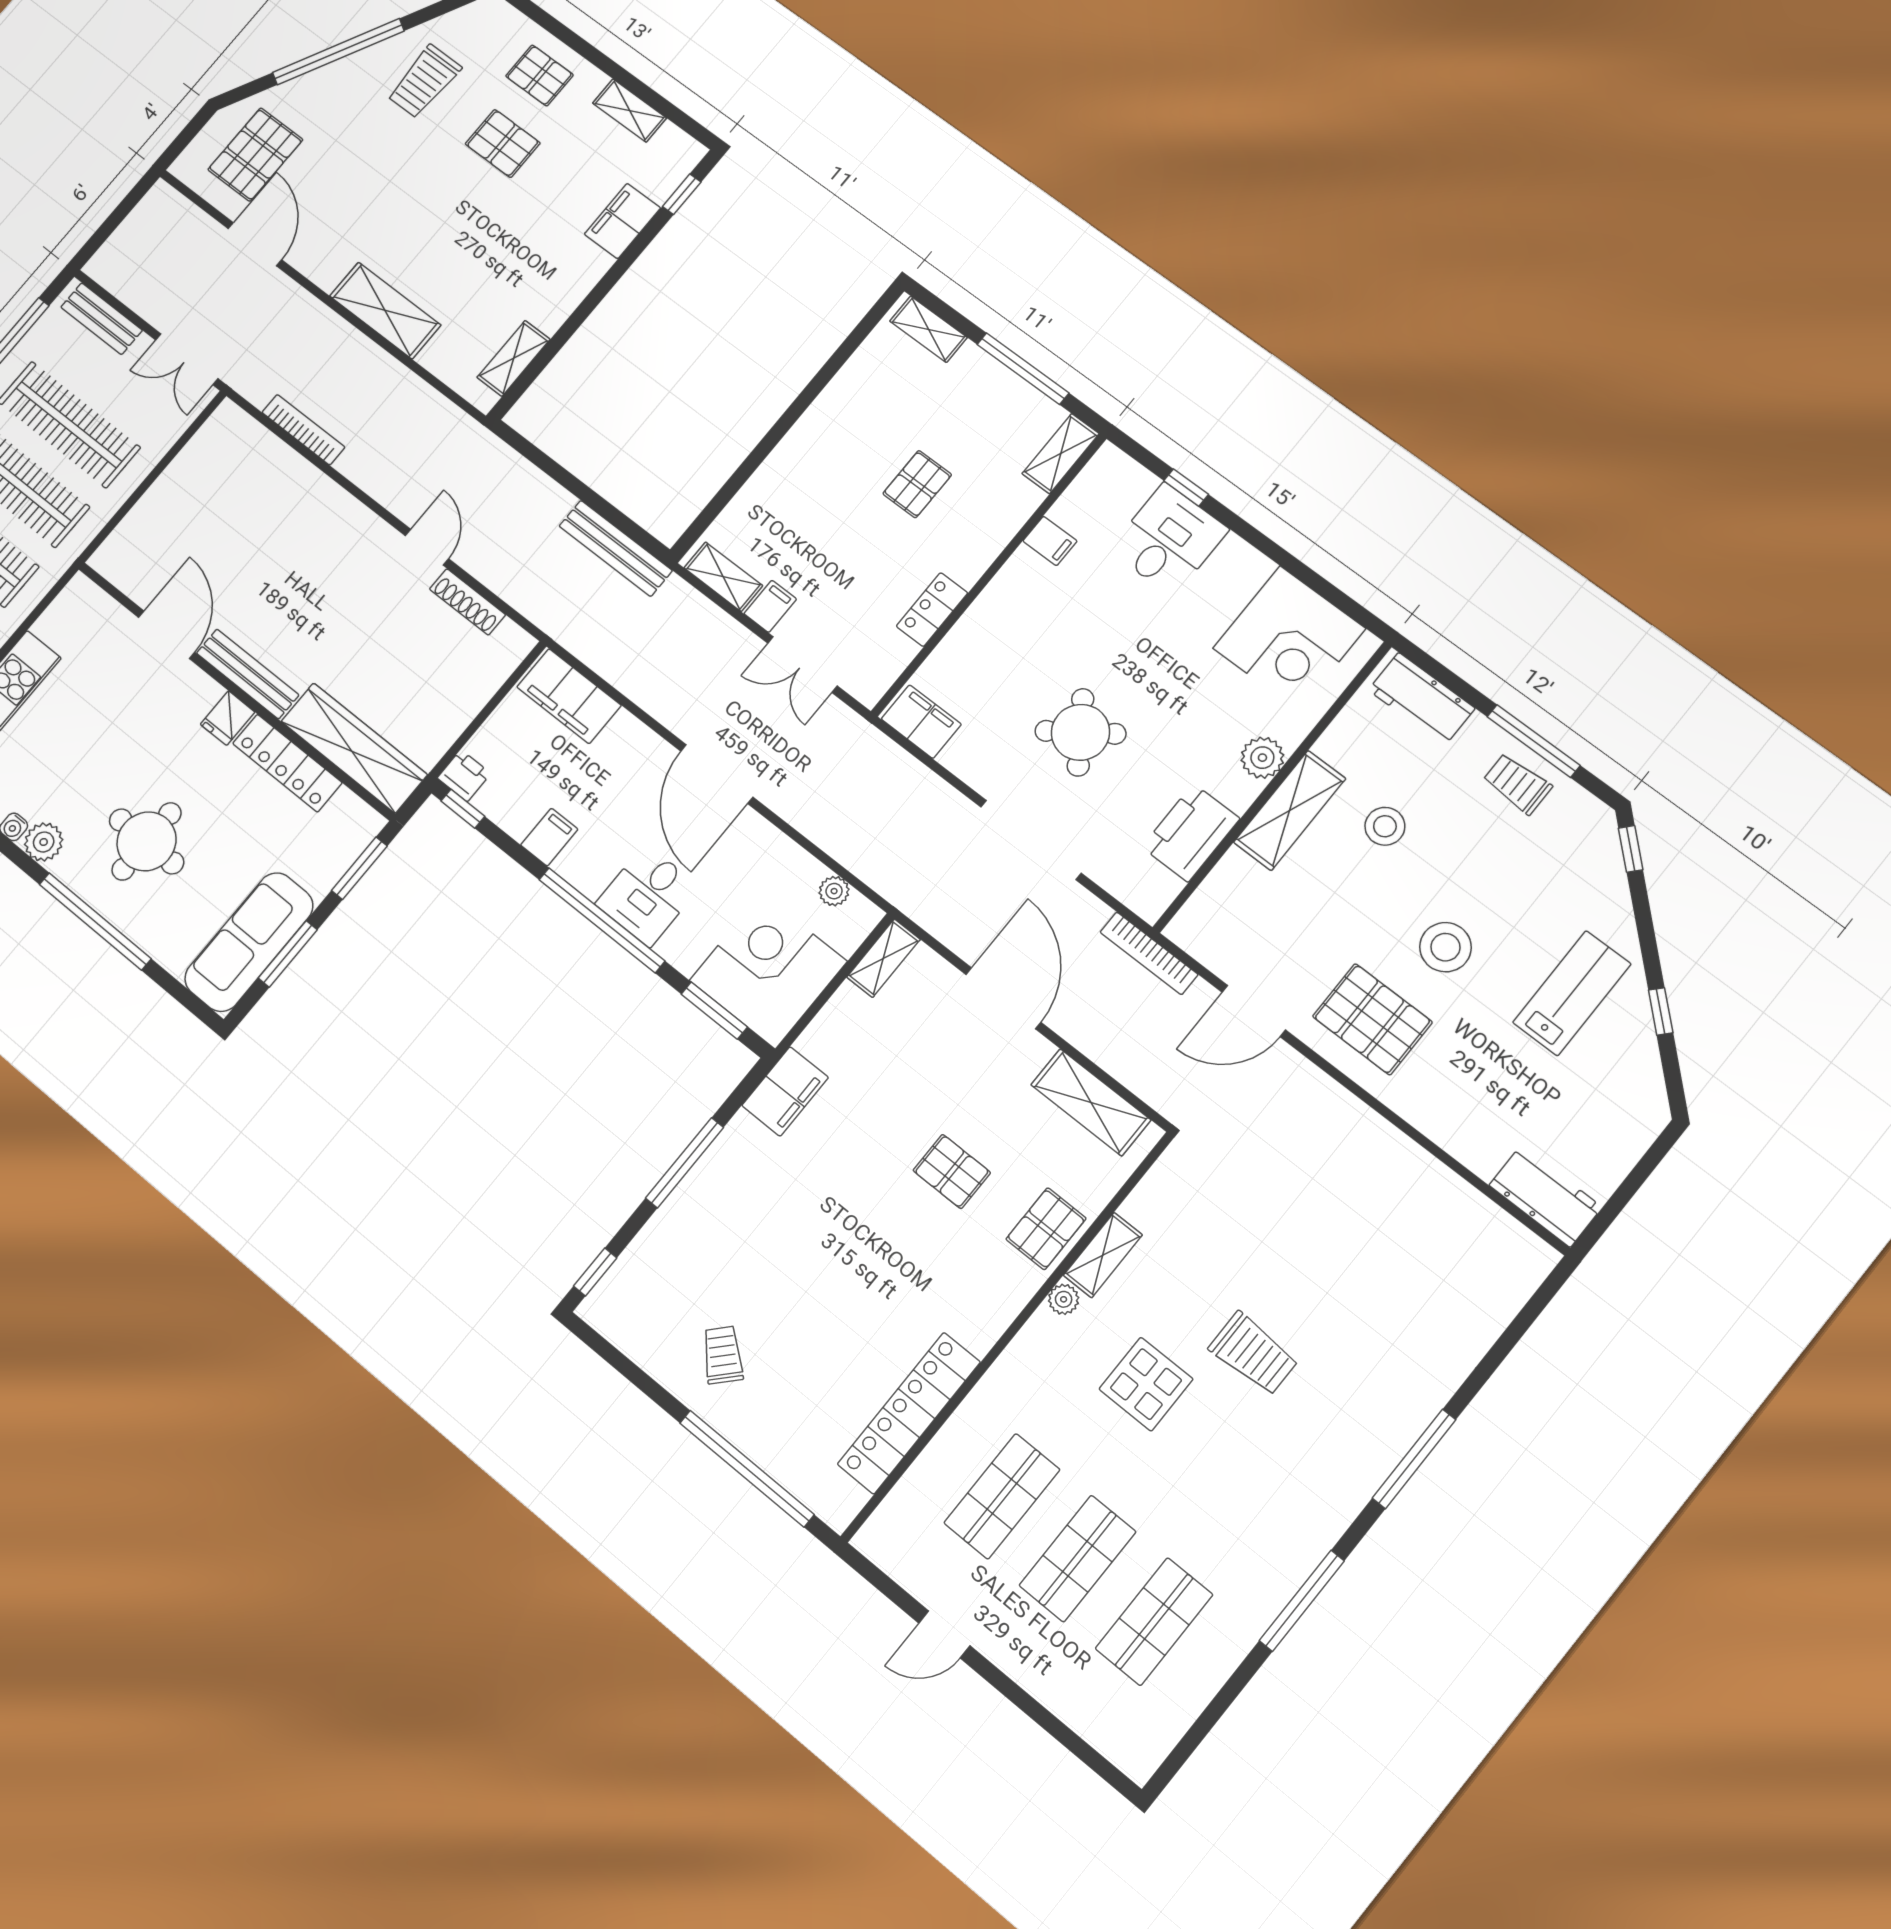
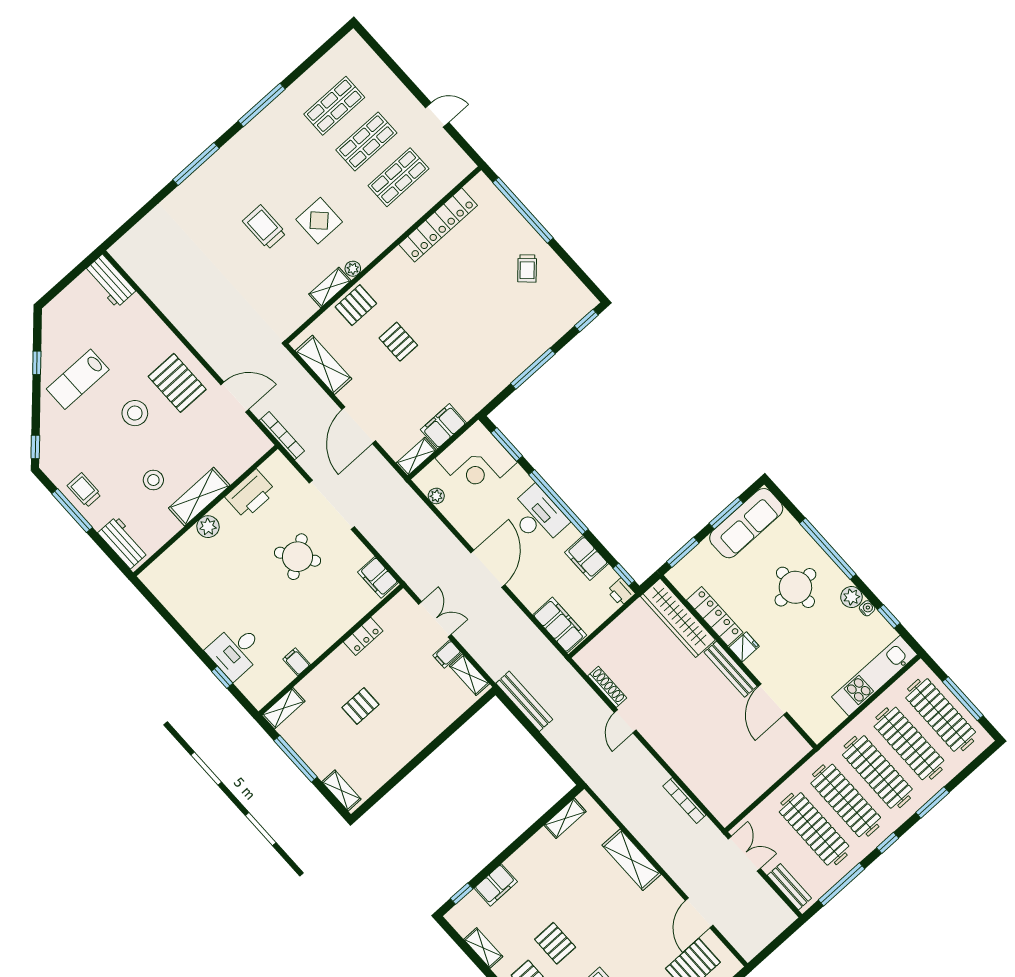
corner desk: (1289, 638) -> (184, 587), removed
trolley: (1517, 784) -> (84, 490), turned 180
filing cabinet: (549, 837) -> (586, 558), width x2.00
desk: (648, 895) -> (538, 516), width x1.37
filing cabinet: (785, 1091) -> (443, 426), moved

